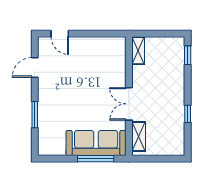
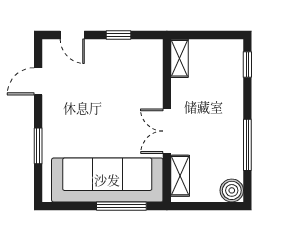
window: (93, 34) -> (118, 35), added
window: (188, 114) -> (247, 145), width x2.17
sofa: (96, 143) -> (107, 180), width x1.36, depth x1.27
boiler: (176, 147) -> (232, 190), added

